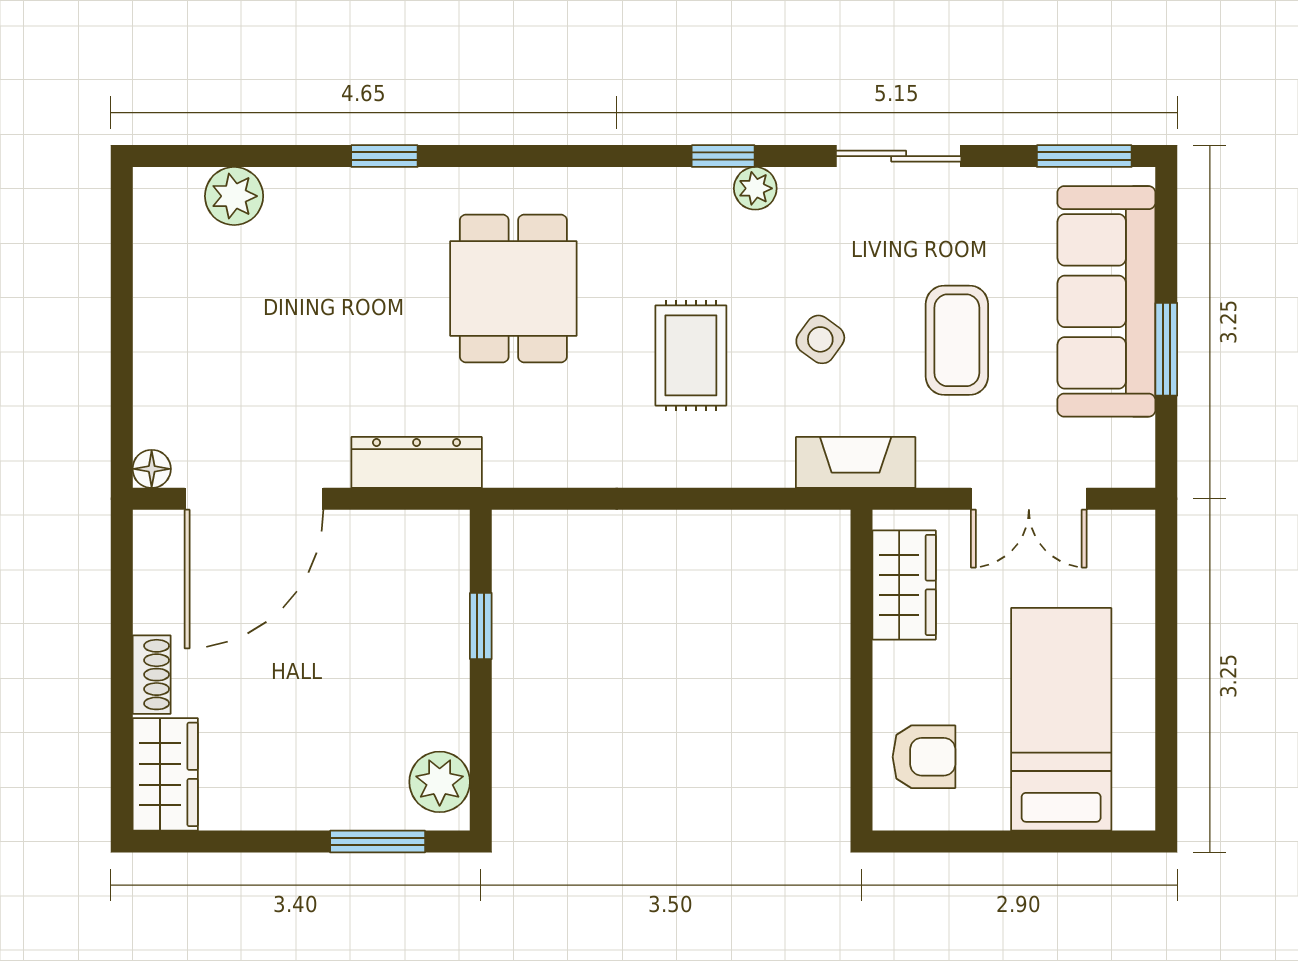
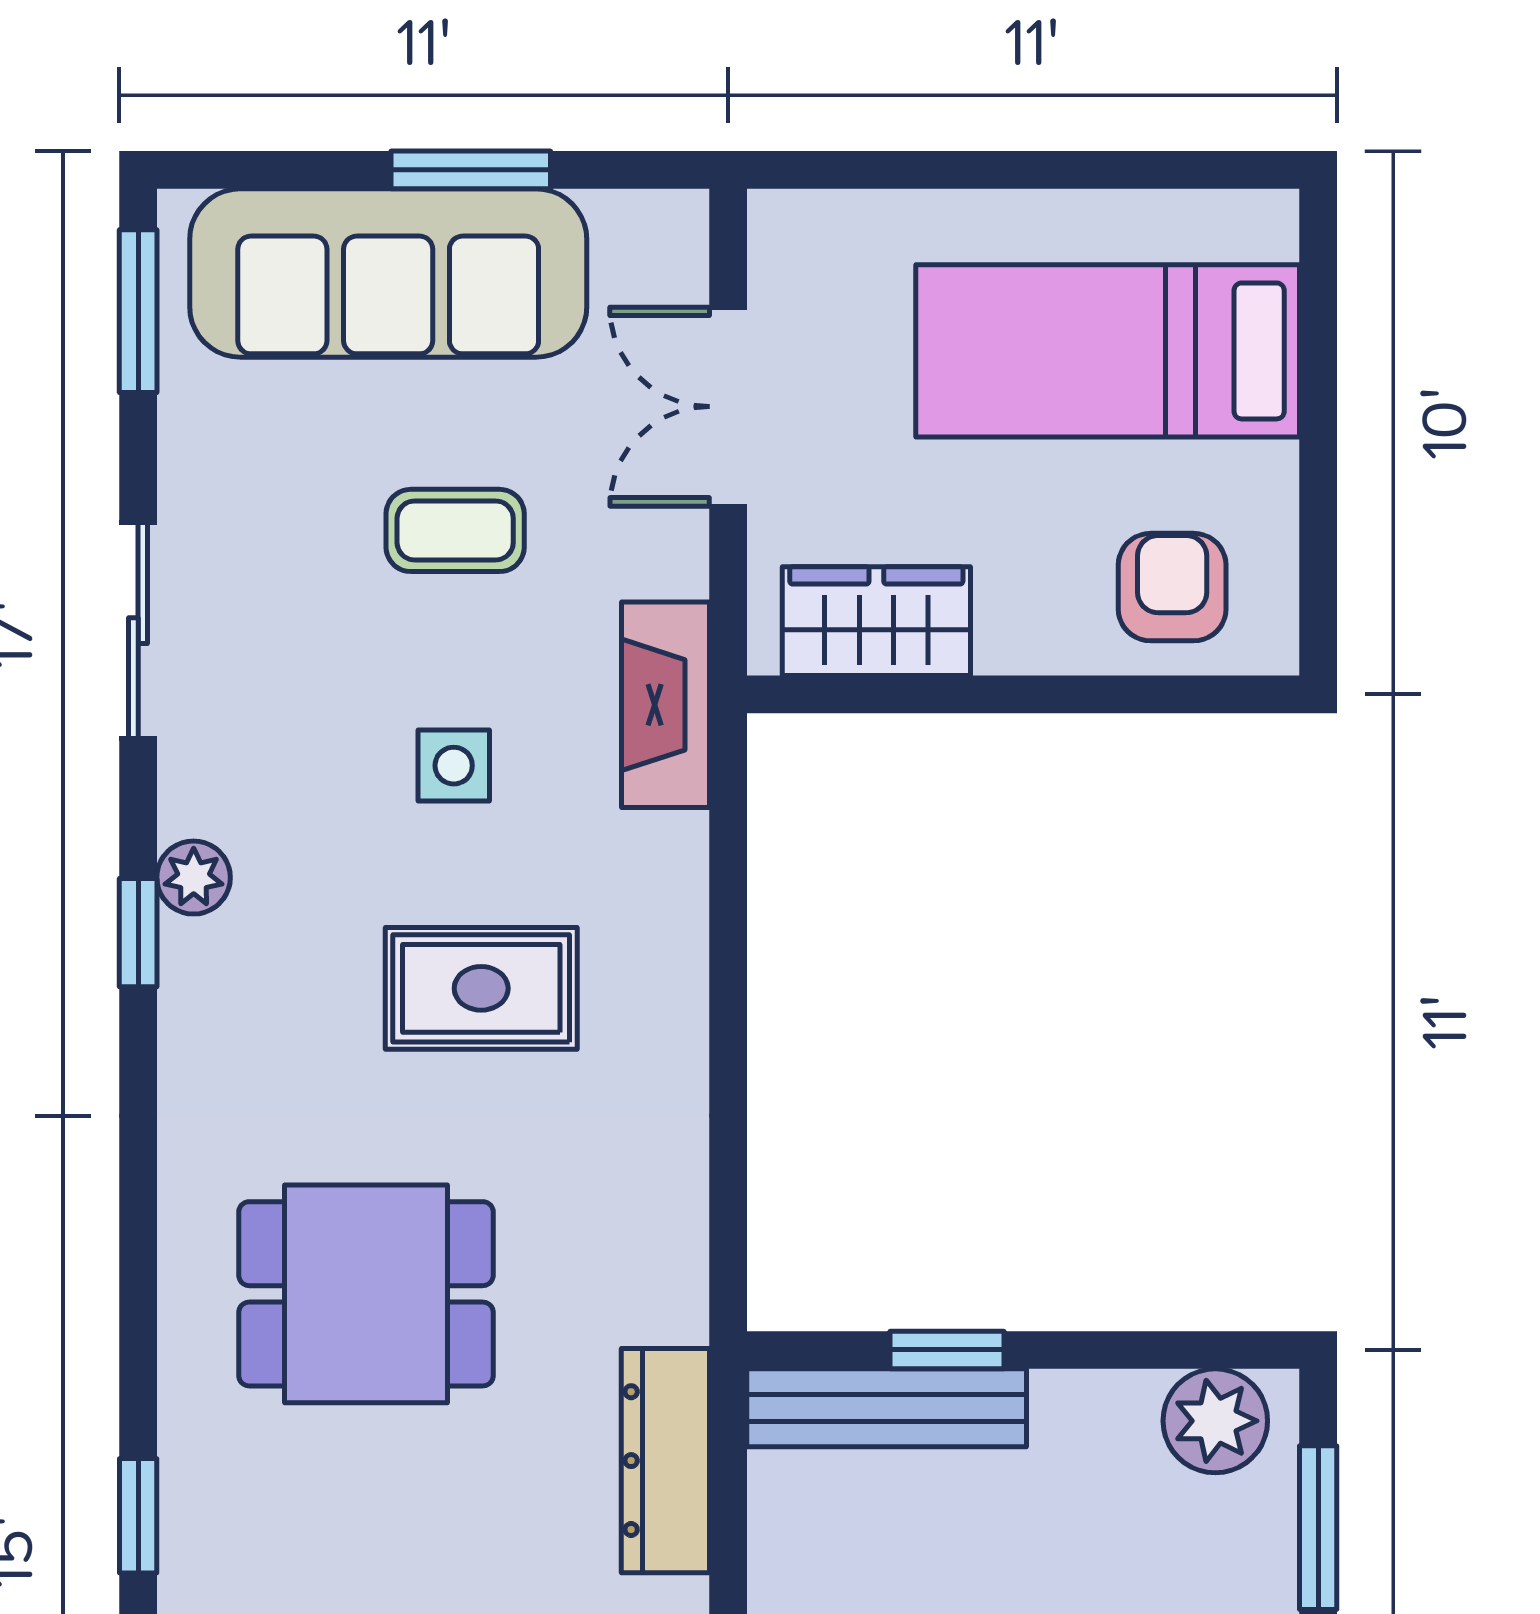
side table: (820, 339) -> (454, 766), turned -36
coffee table: (957, 340) -> (455, 530), width x0.73, depth x0.77
double door: (1029, 499) -> (728, 407), swing flipped
bench: (447, 591) -> (887, 1408), added

